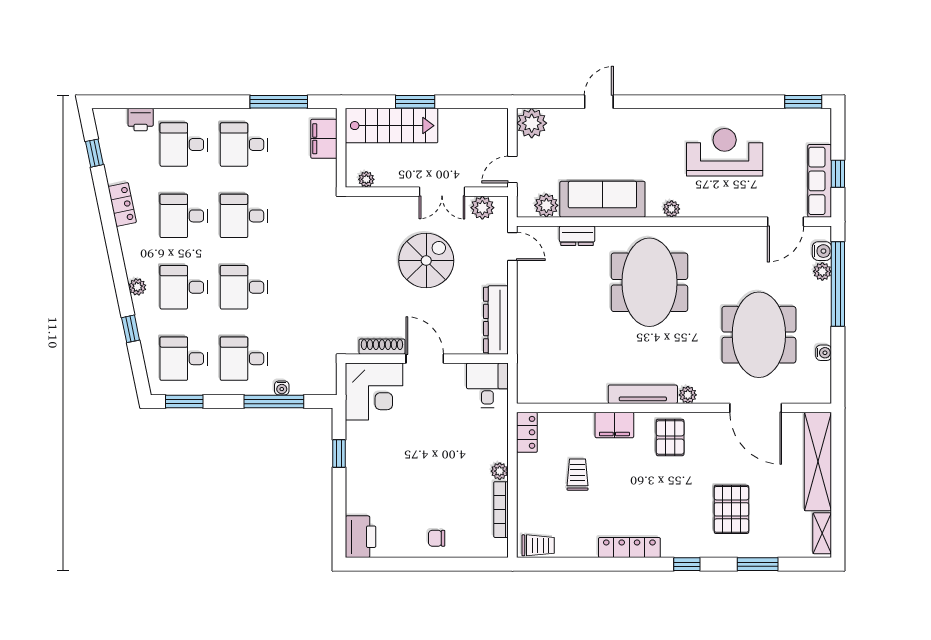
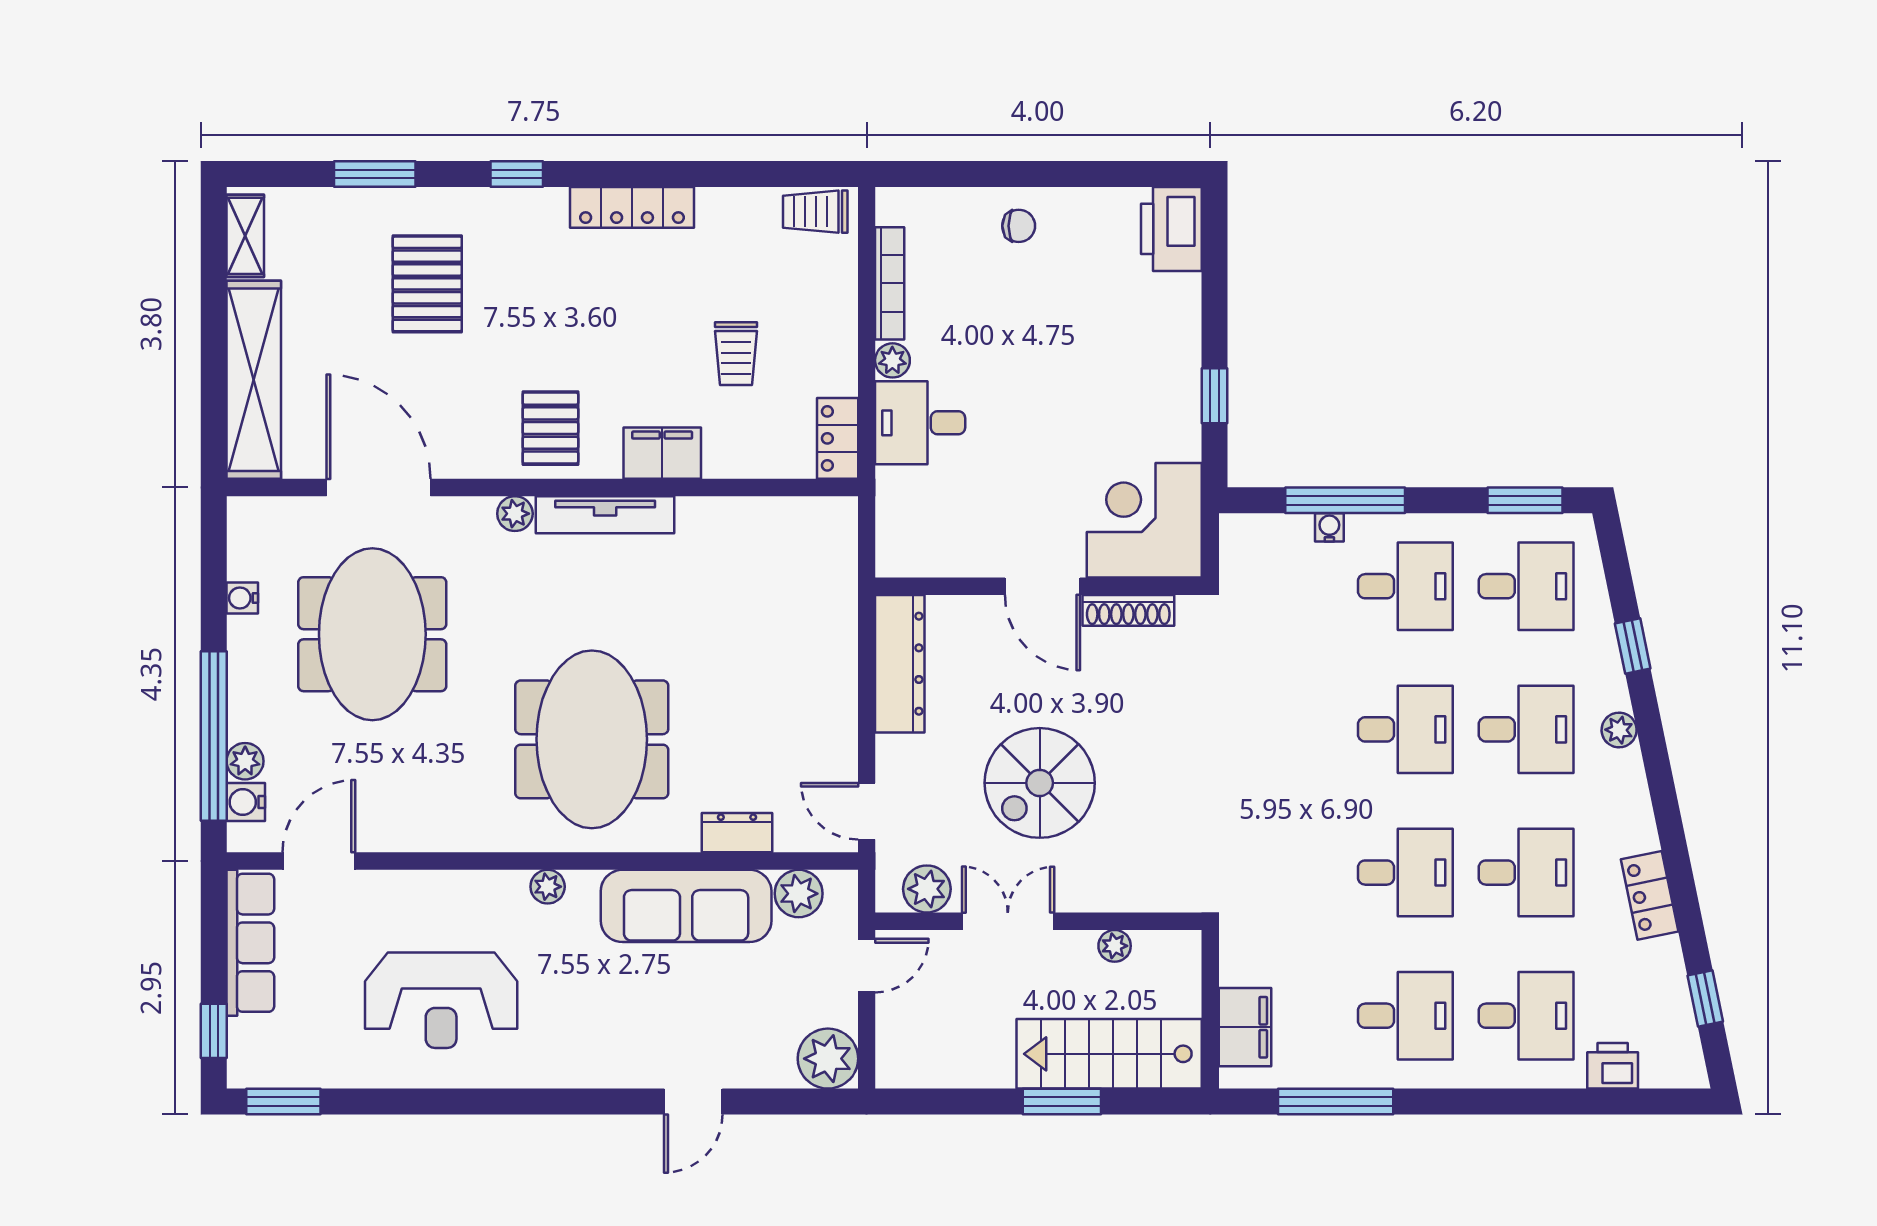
window: (838, 174) -> (214, 1031), moved
plant: (366, 179) -> (1115, 946), moved
desk: (487, 385) -> (920, 423), moved, turned 90

